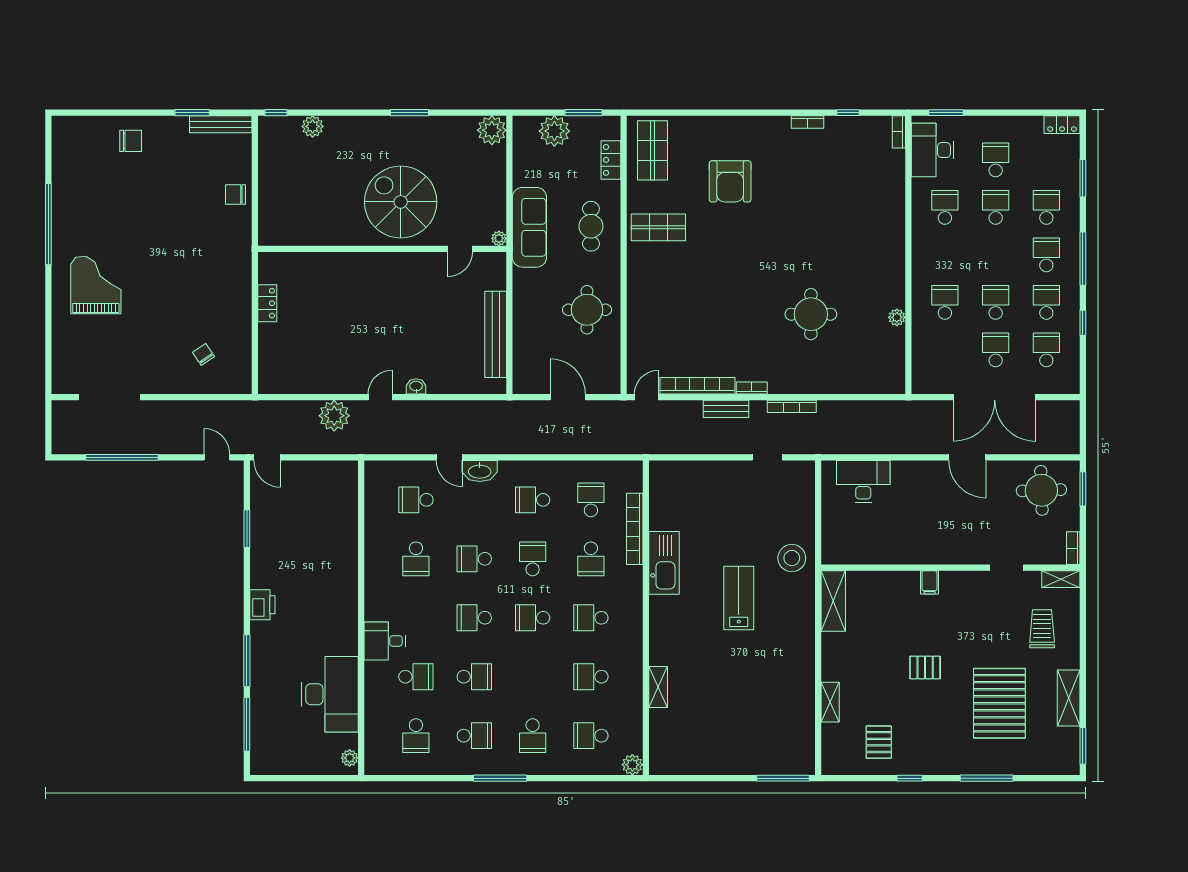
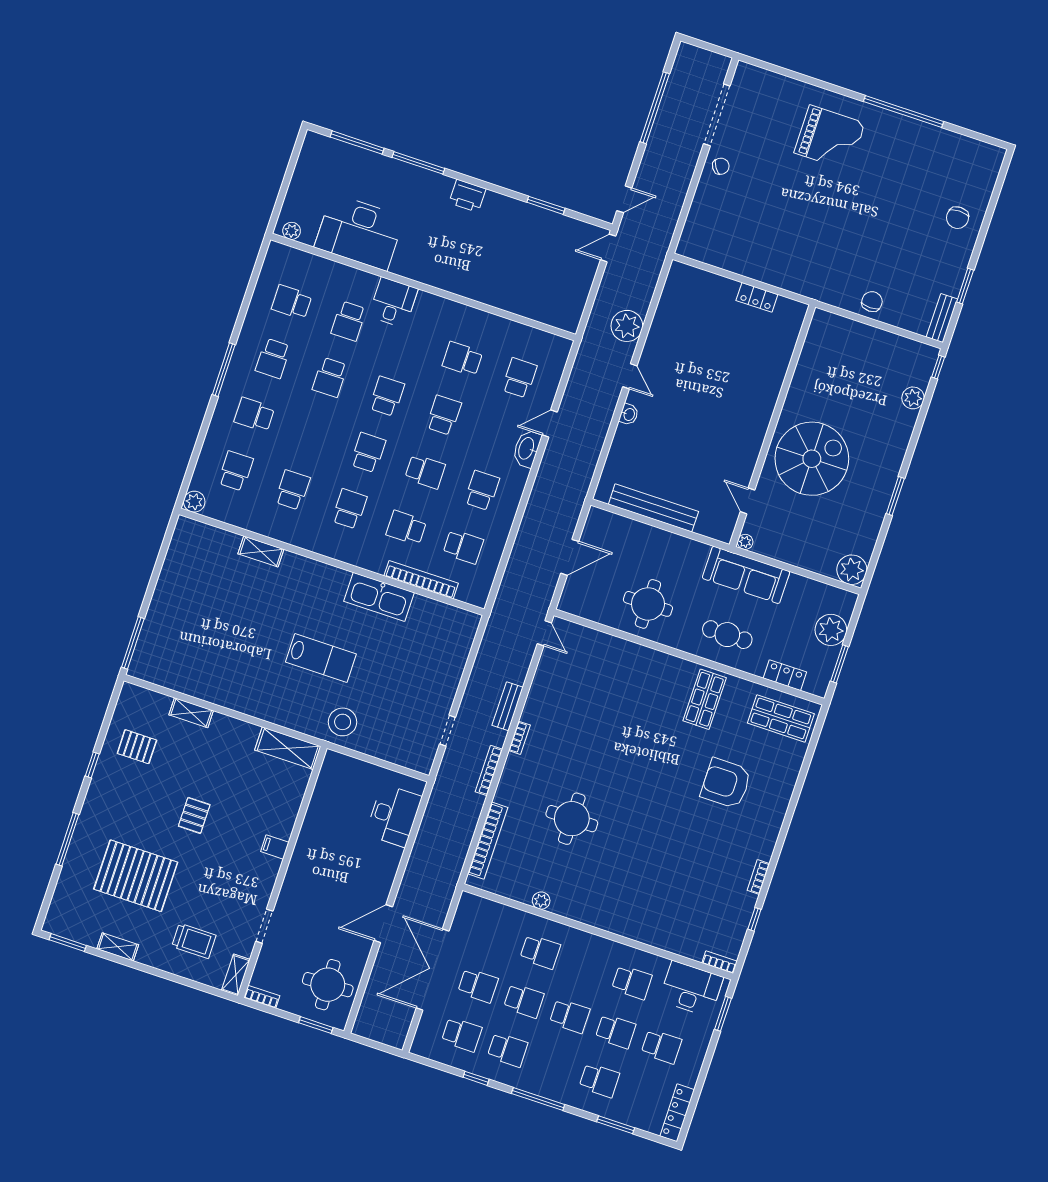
bench: (221, 124) -> (942, 318), width x0.73
locker: (1062, 125) -> (677, 1113), width x1.53
school desk: (1046, 255) -> (570, 1016), moved
chair: (204, 354) -> (721, 166), moved
bookcase: (697, 386) -> (488, 841), moved
shelving: (1069, 698) -> (118, 947), width x0.67, depth x0.75

